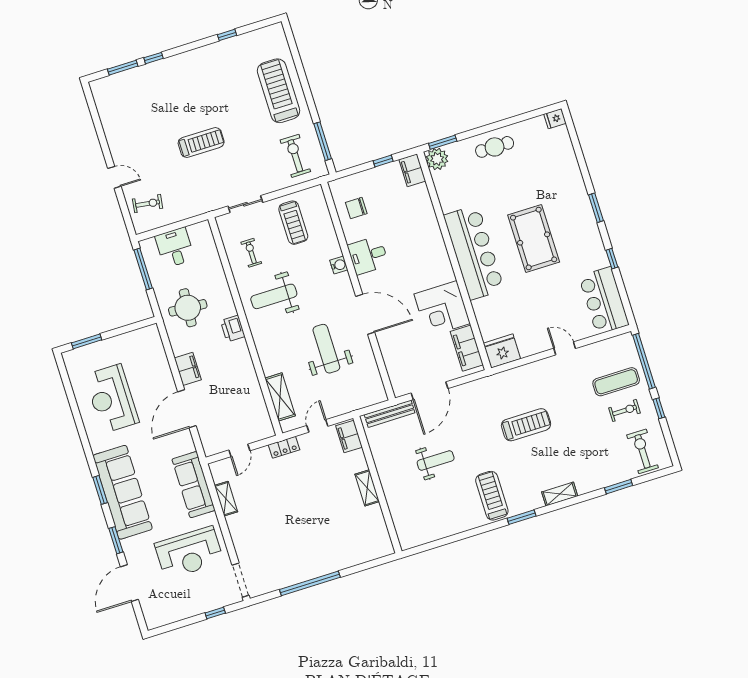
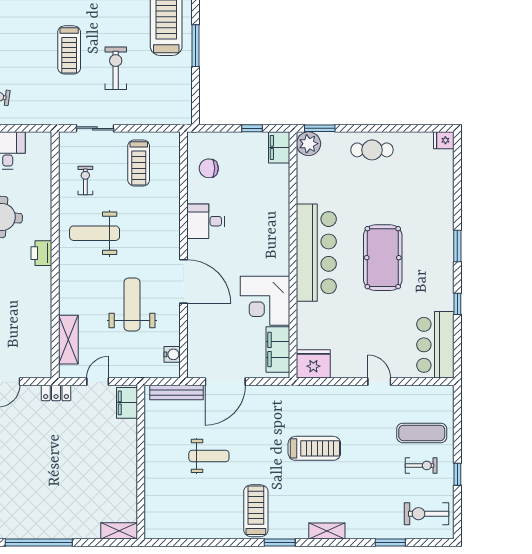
window: (323, 141) -> (195, 46), moved
treadmill: (201, 142) -> (69, 50), turned 90
exercise bike: (295, 156) -> (116, 68), moved
water cooler: (339, 265) -> (172, 354), moved
window: (644, 361) -> (457, 421), removed
exercise bike: (642, 451) -> (426, 514), turned -90
shelving: (367, 488) -> (119, 531), moved, turned 90

